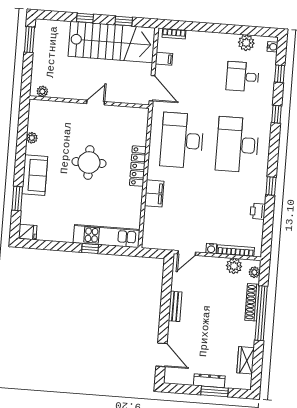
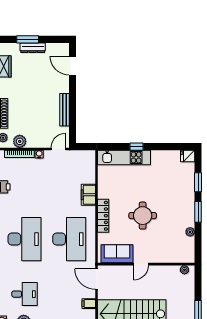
window: (20, 162) -> (198, 212), added
sofa: (35, 175) -> (117, 254), moved, turned 90
bench: (175, 306) -> (65, 110), width x1.36

